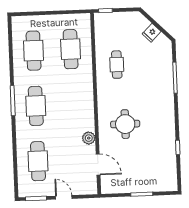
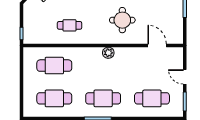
plant: (89, 138) -> (108, 53), moved
door: (98, 164) -> (157, 45), hinge flipped
door: (64, 197) -> (185, 77), hinge flipped

